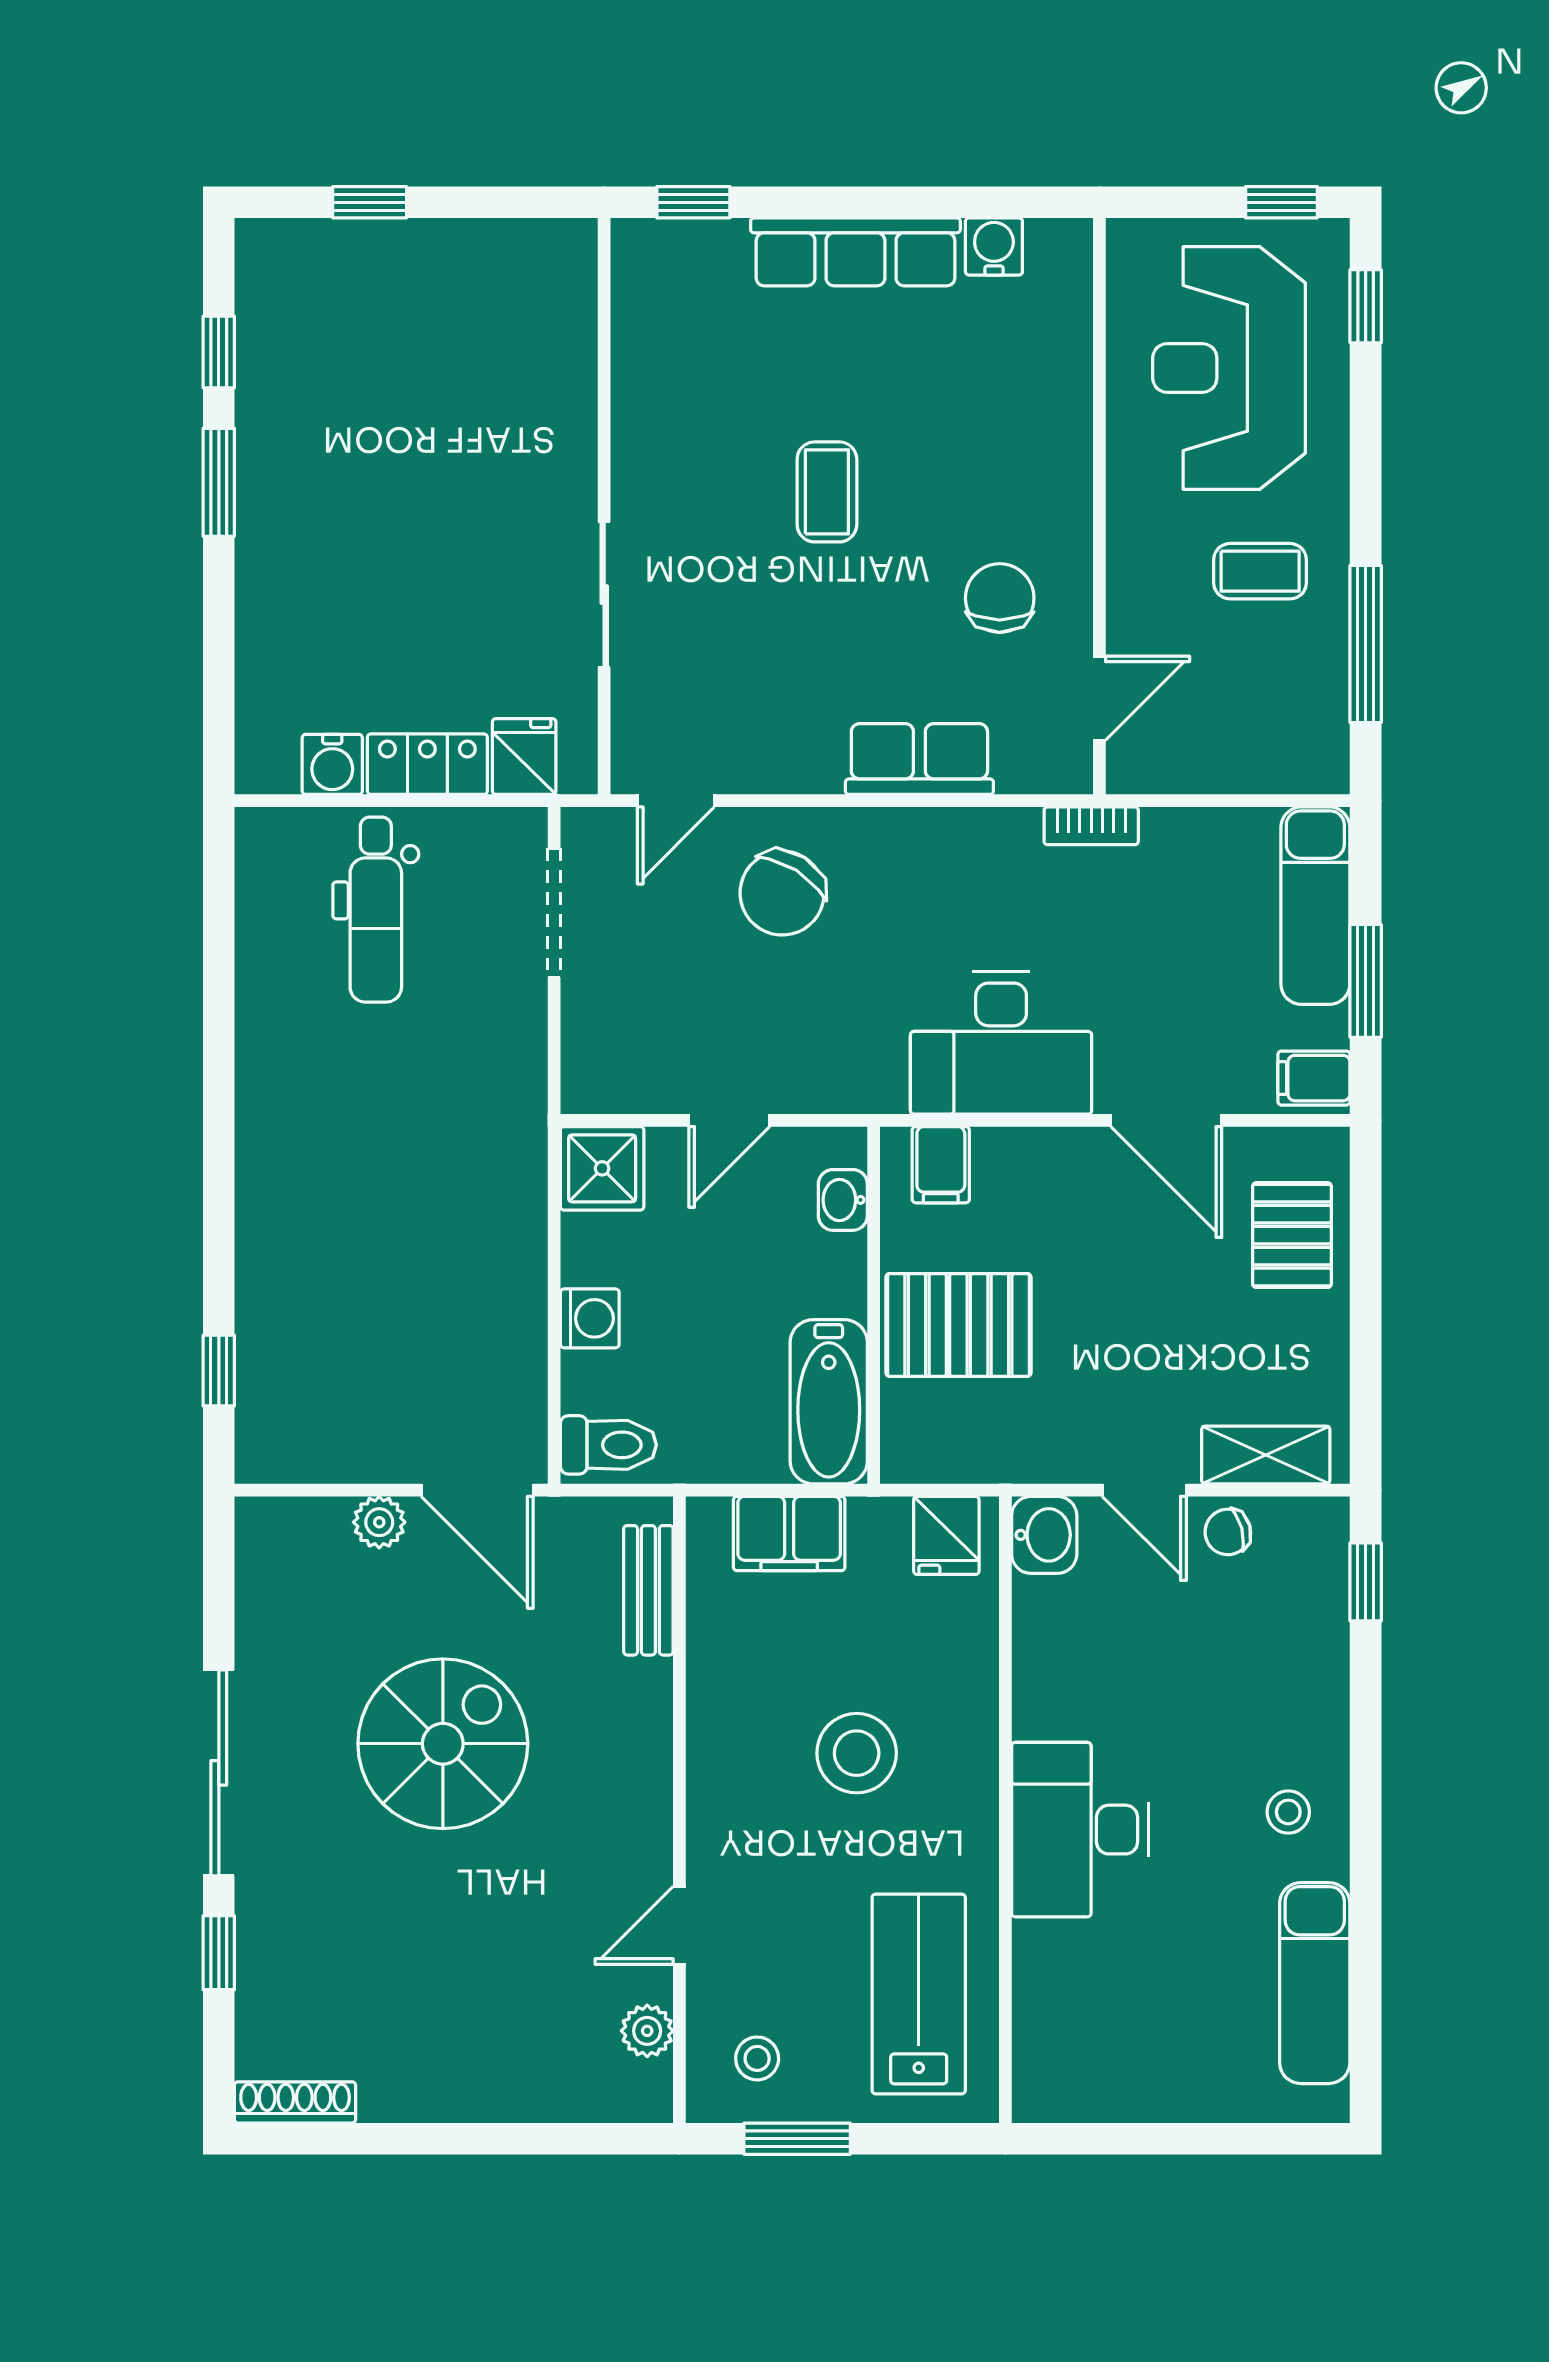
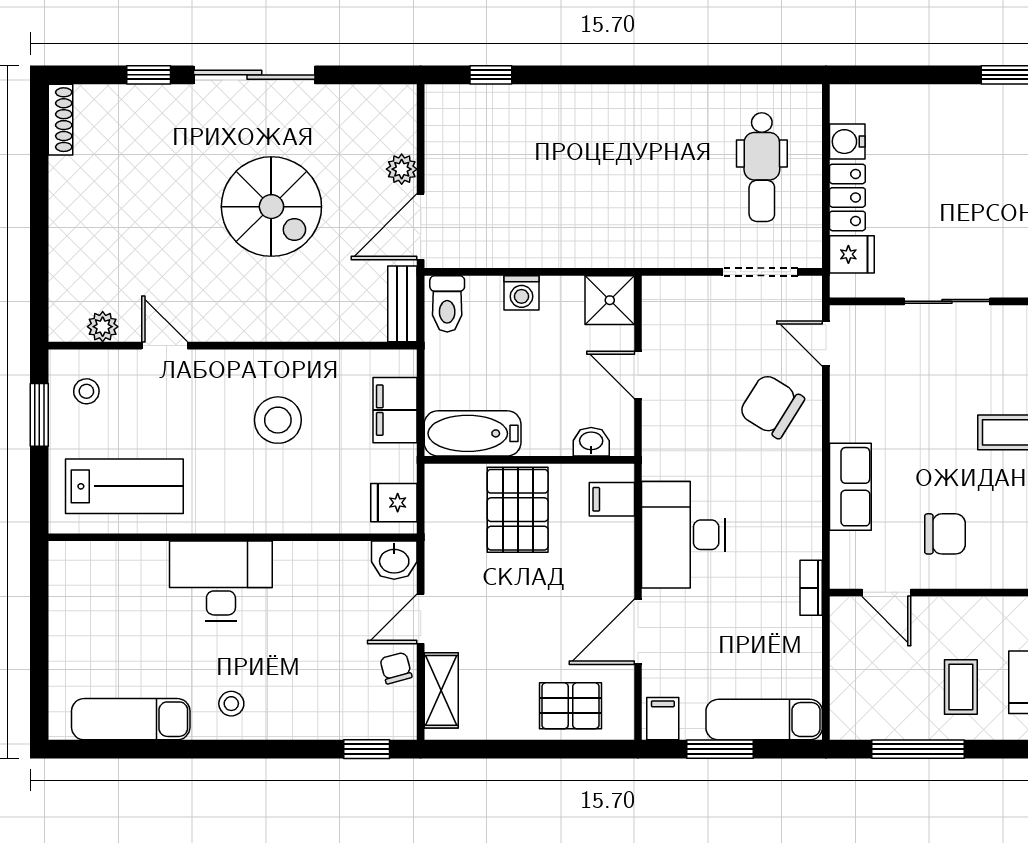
dental chair: (376, 910) -> (762, 167), turned -90
bench: (648, 1590) -> (402, 304), moved, turned 90
stool: (857, 1753) -> (278, 420), moved

